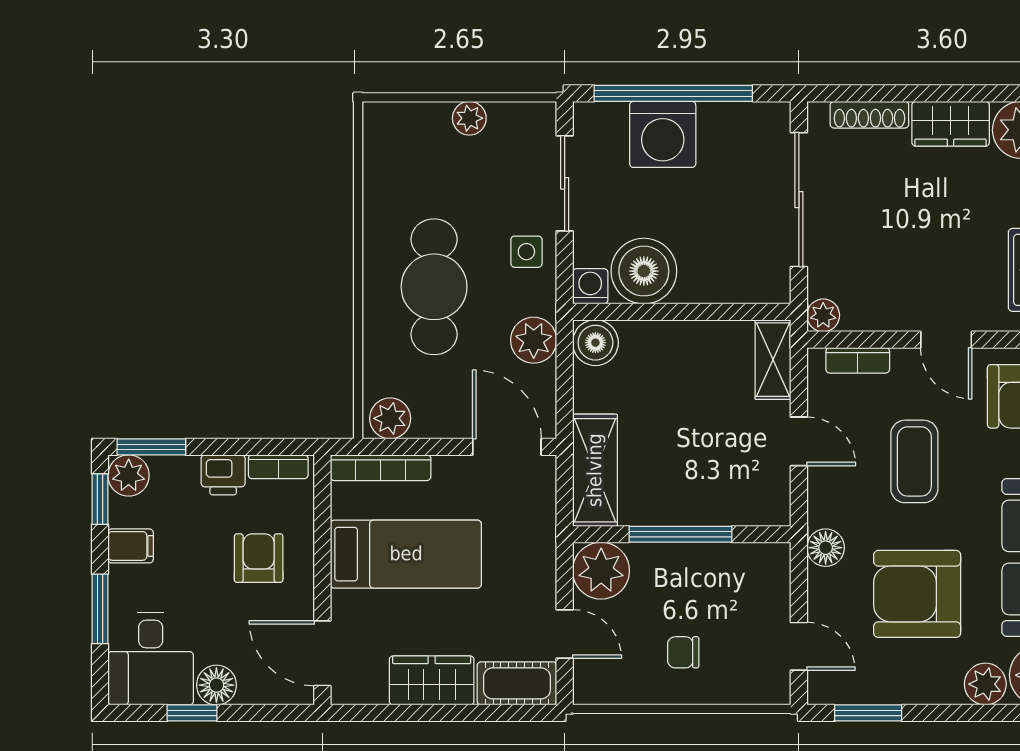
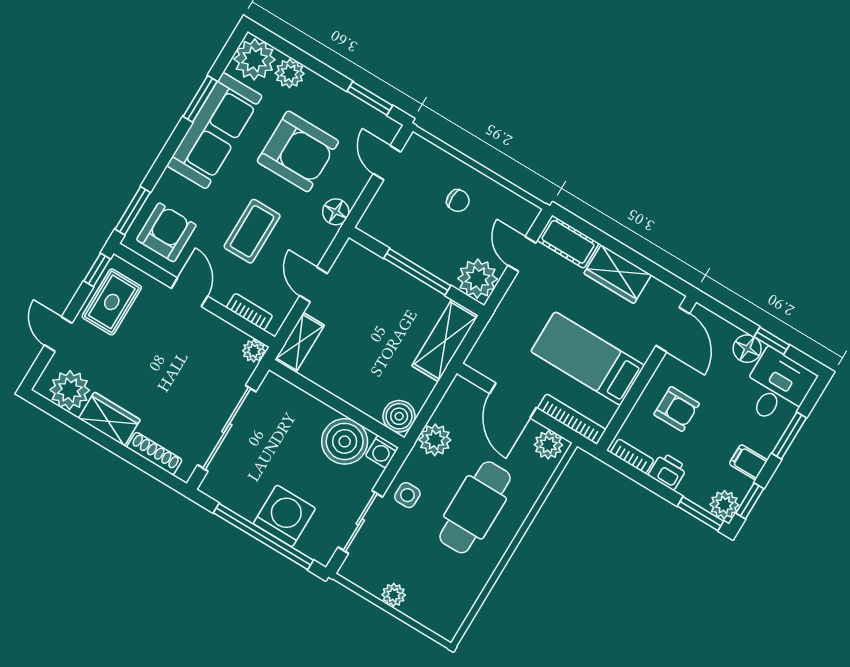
door: (507, 447) -> (513, 400), moved
armchair: (259, 558) -> (677, 409), turned -90

